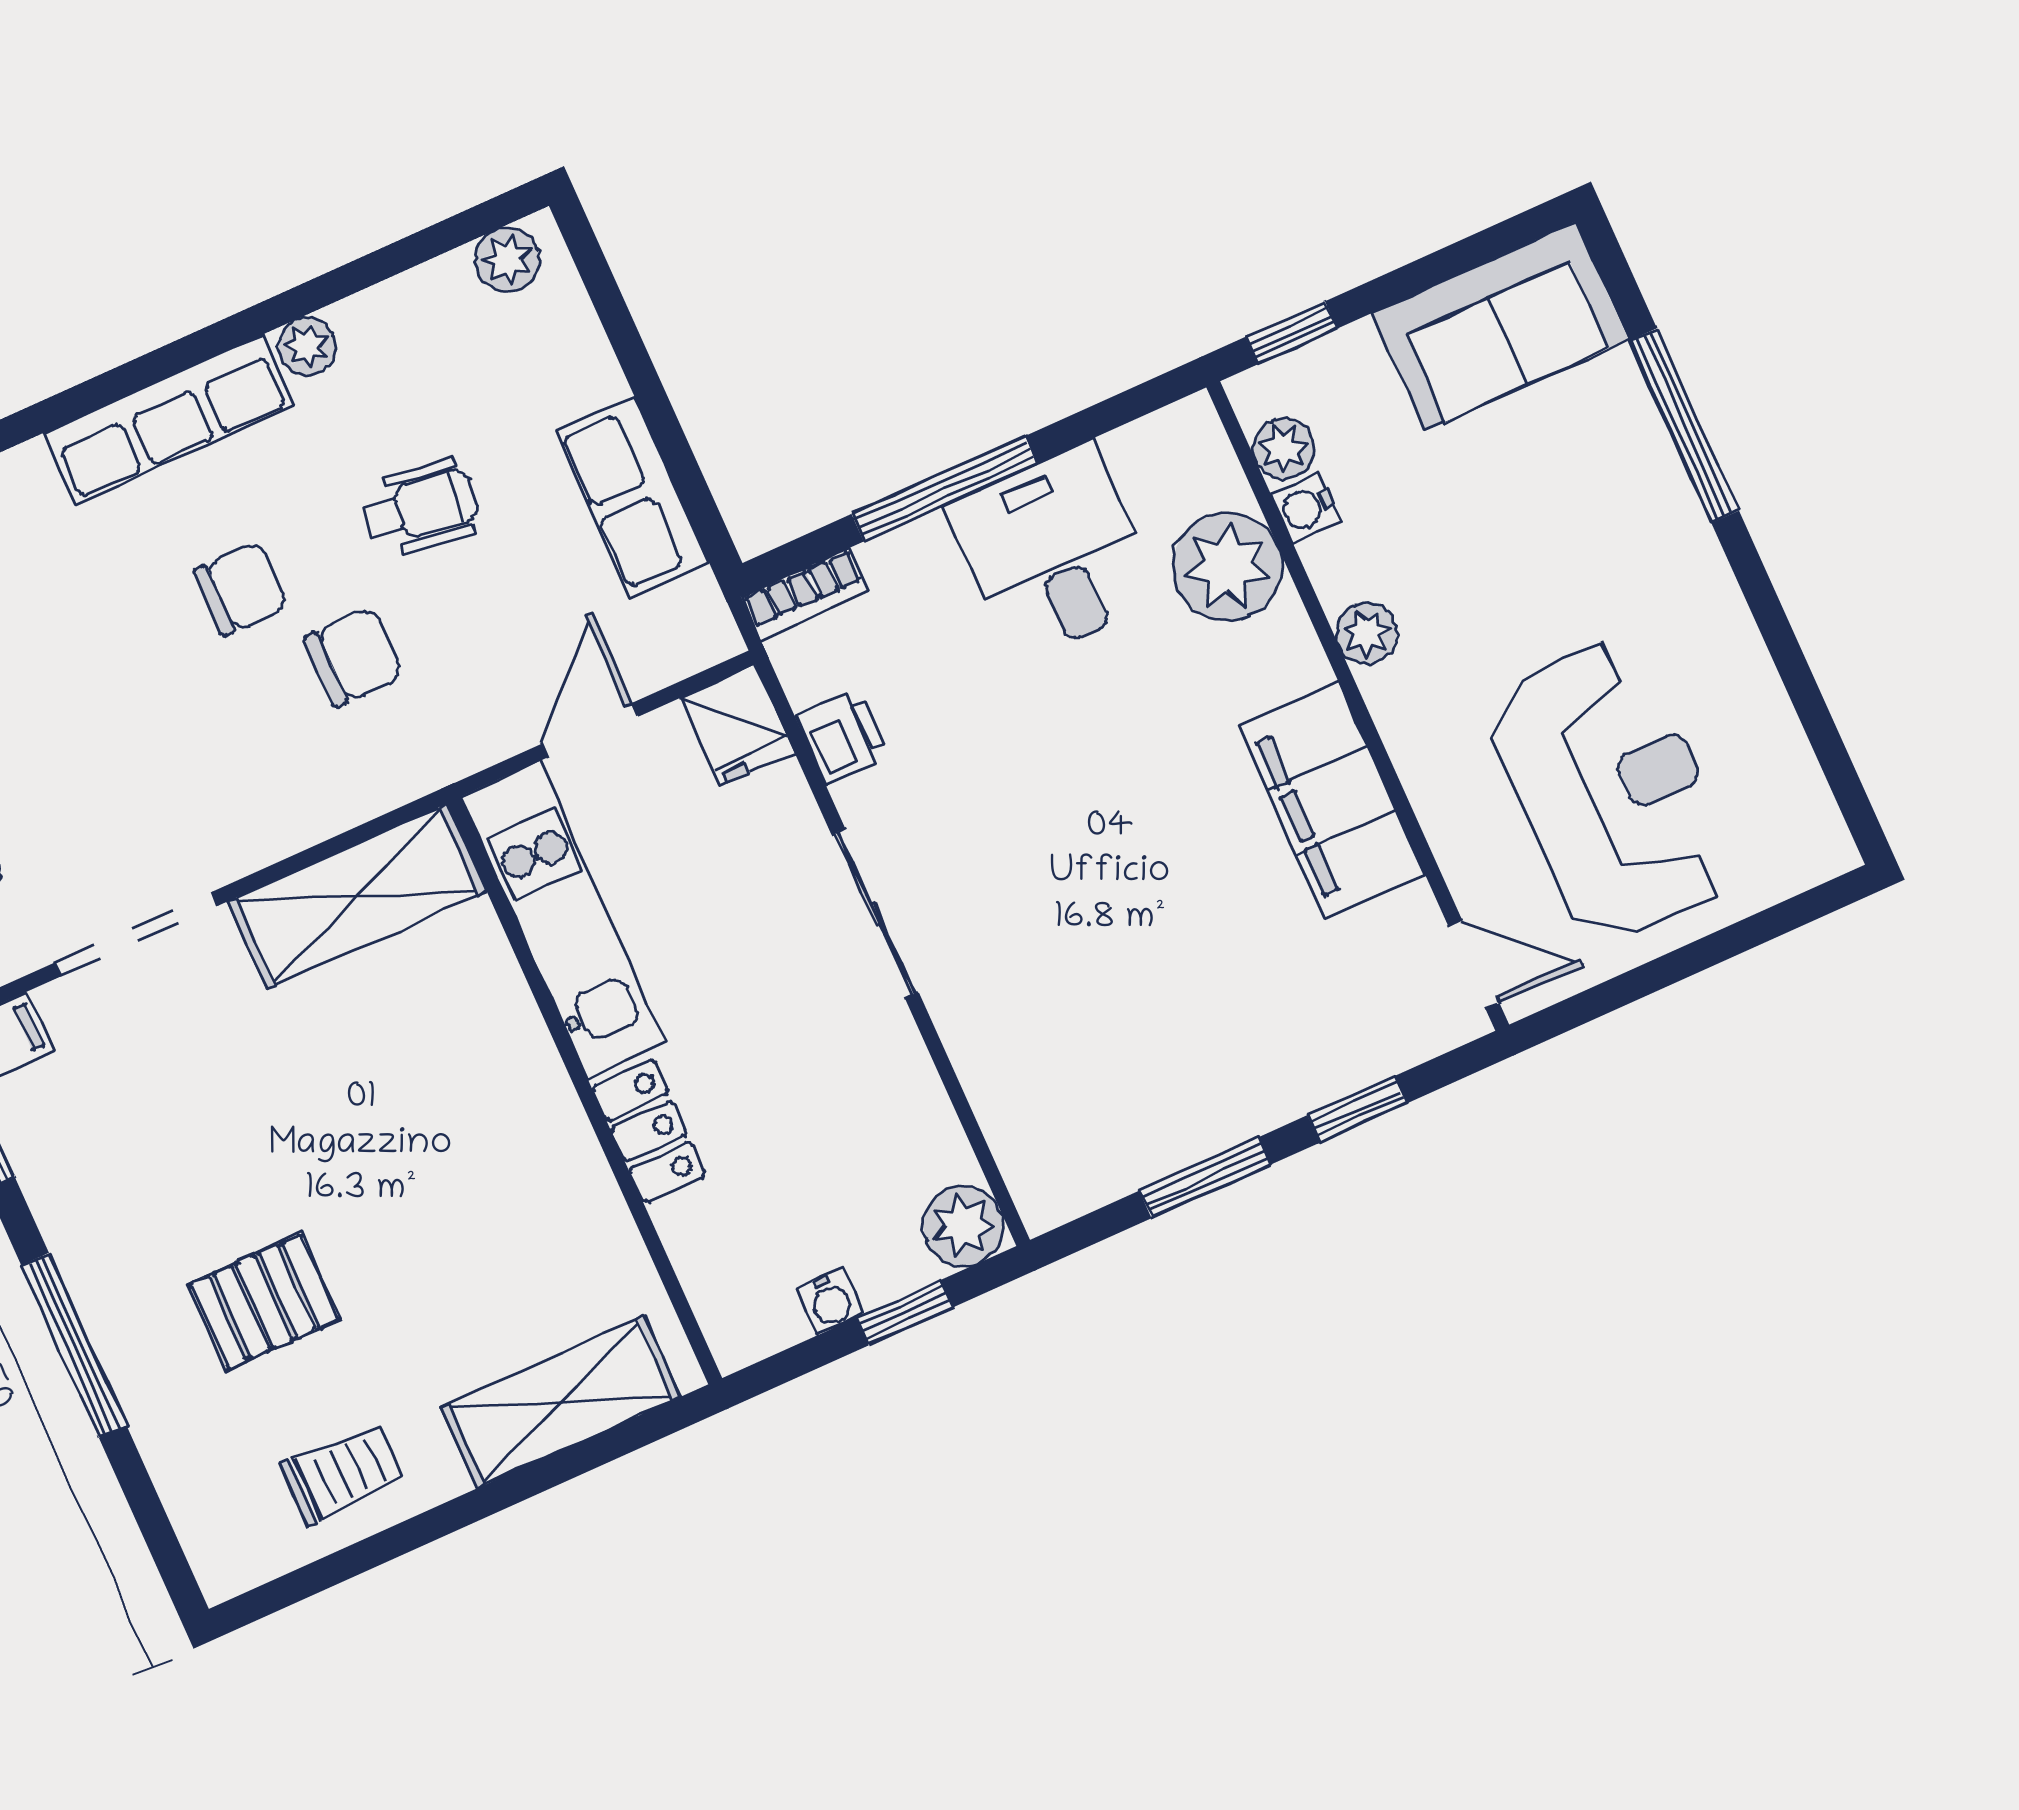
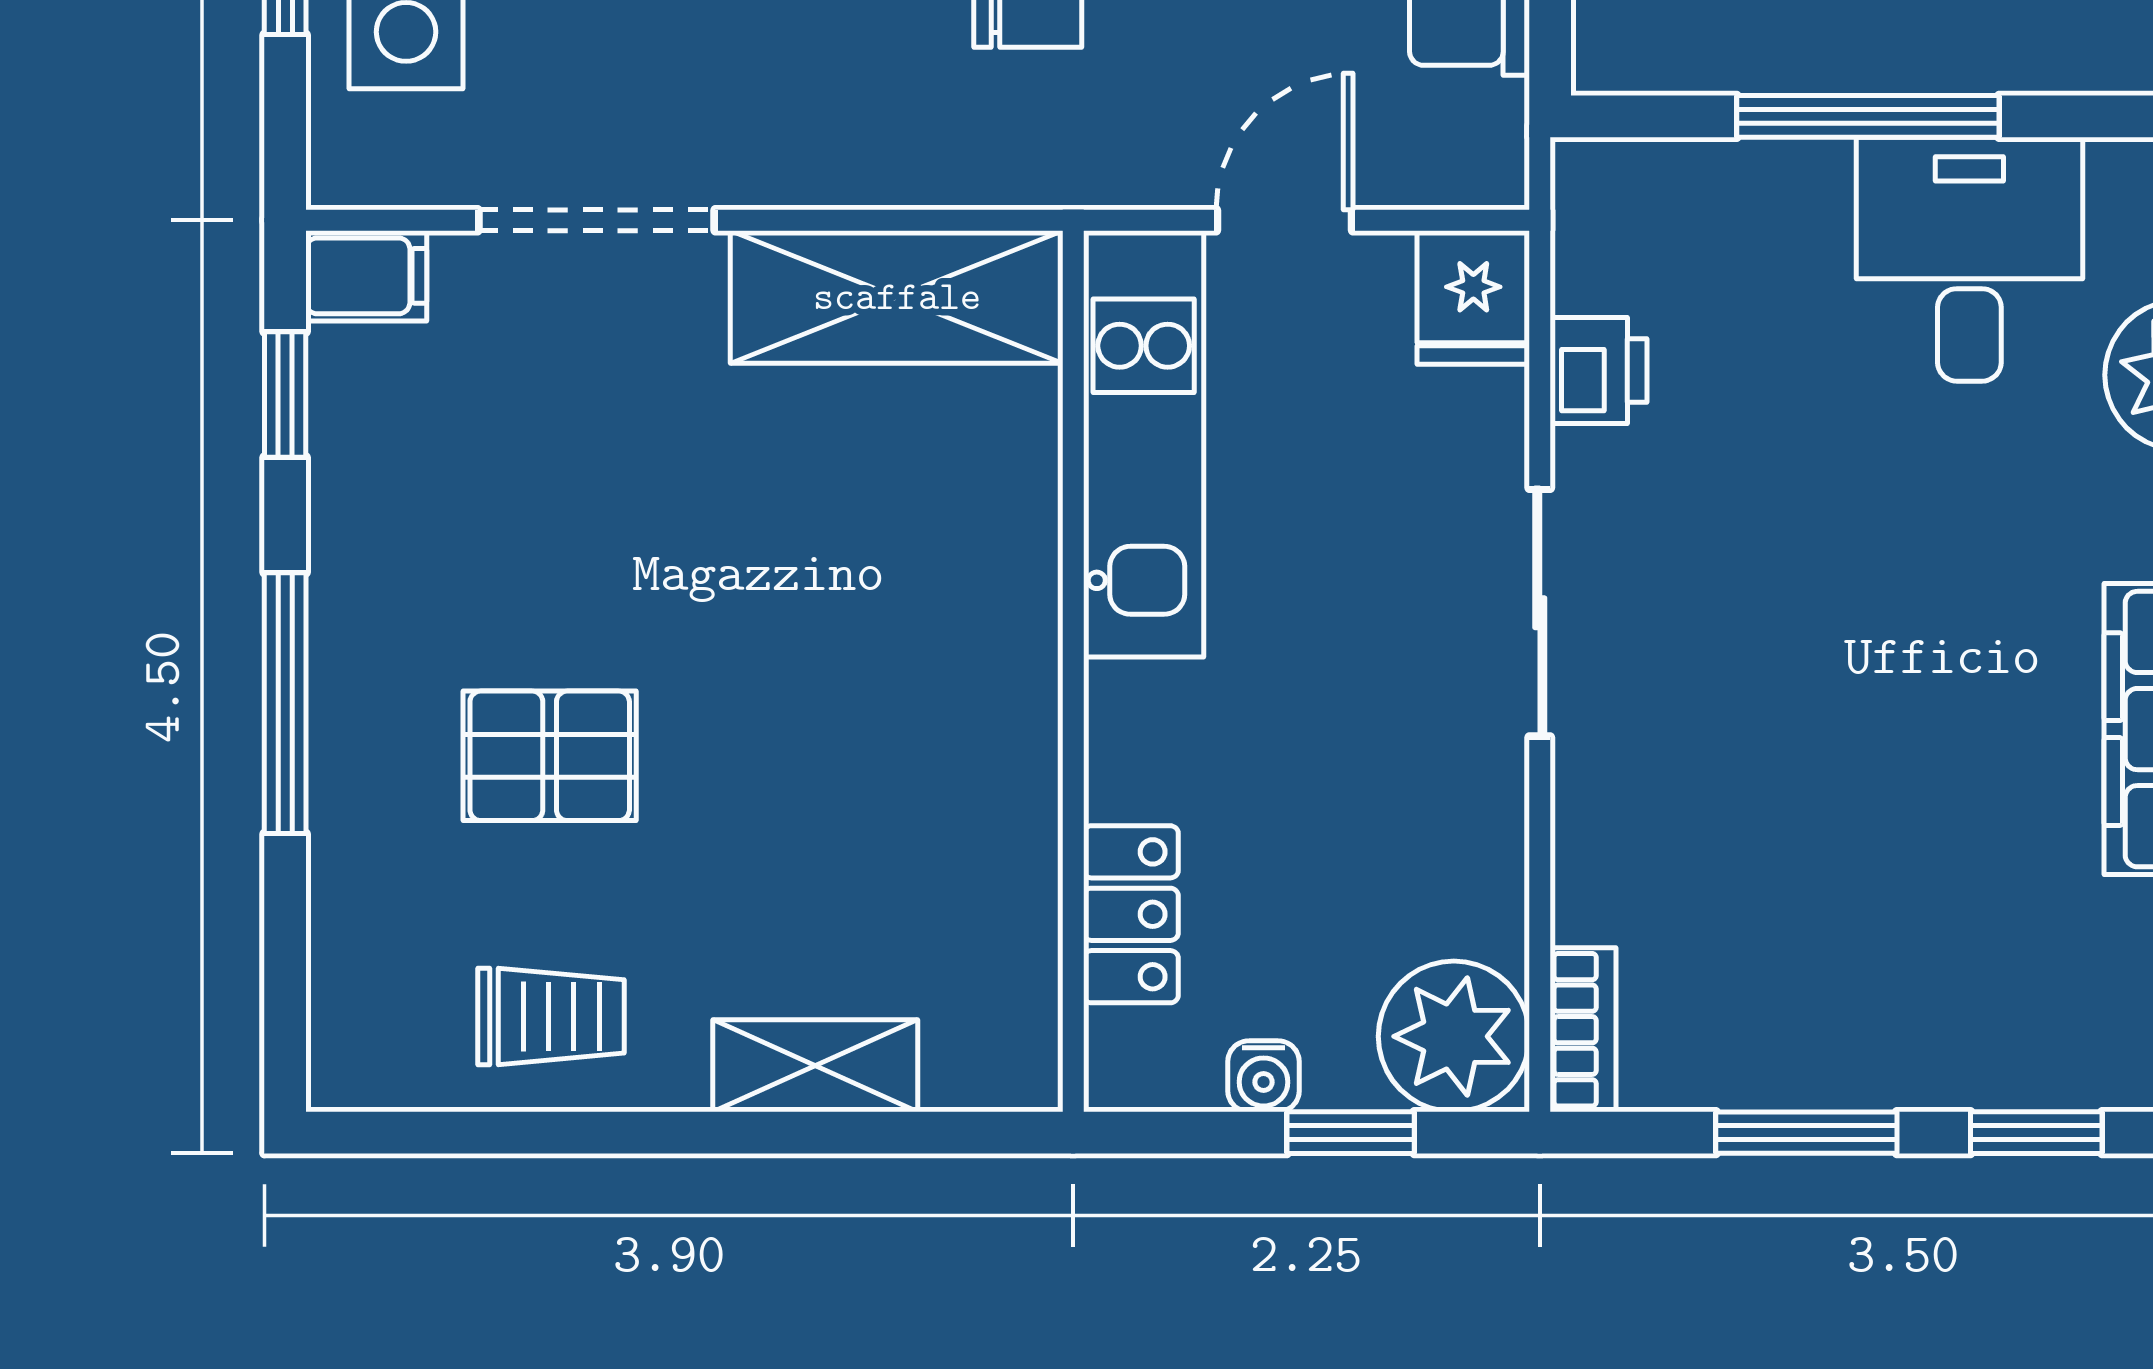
bookcase: (805, 594) -> (1583, 1030), moved, turned -90
locker: (649, 1131) -> (1131, 914), moved
plant: (963, 1226) -> (1454, 1036), width x1.36, depth x1.36
shelving: (561, 1402) -> (815, 1066), width x0.67, depth x0.75

